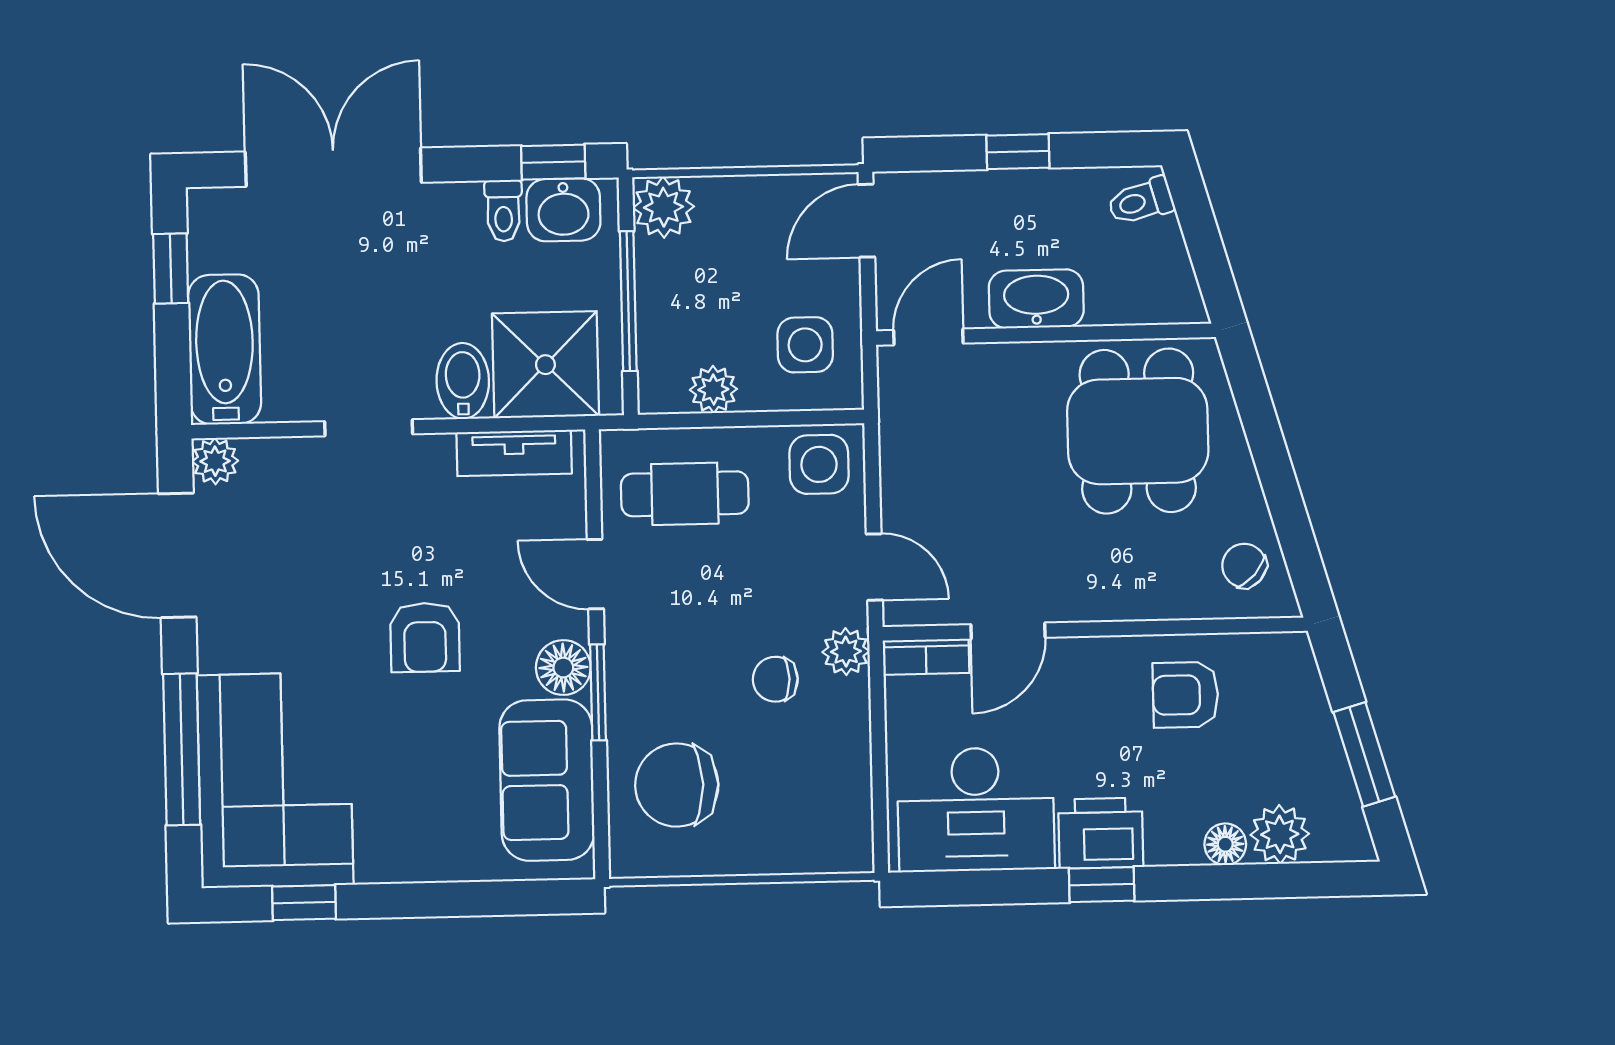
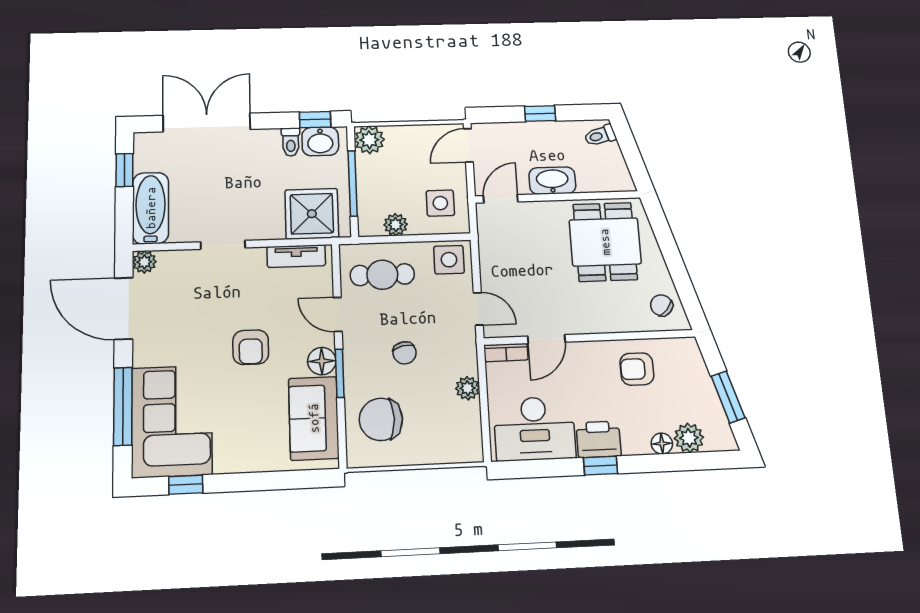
bidet: (463, 381) -> (270, 222), removed
plant: (846, 652) -> (468, 388), moved
chair: (775, 679) -> (405, 353), moved, turned -102

